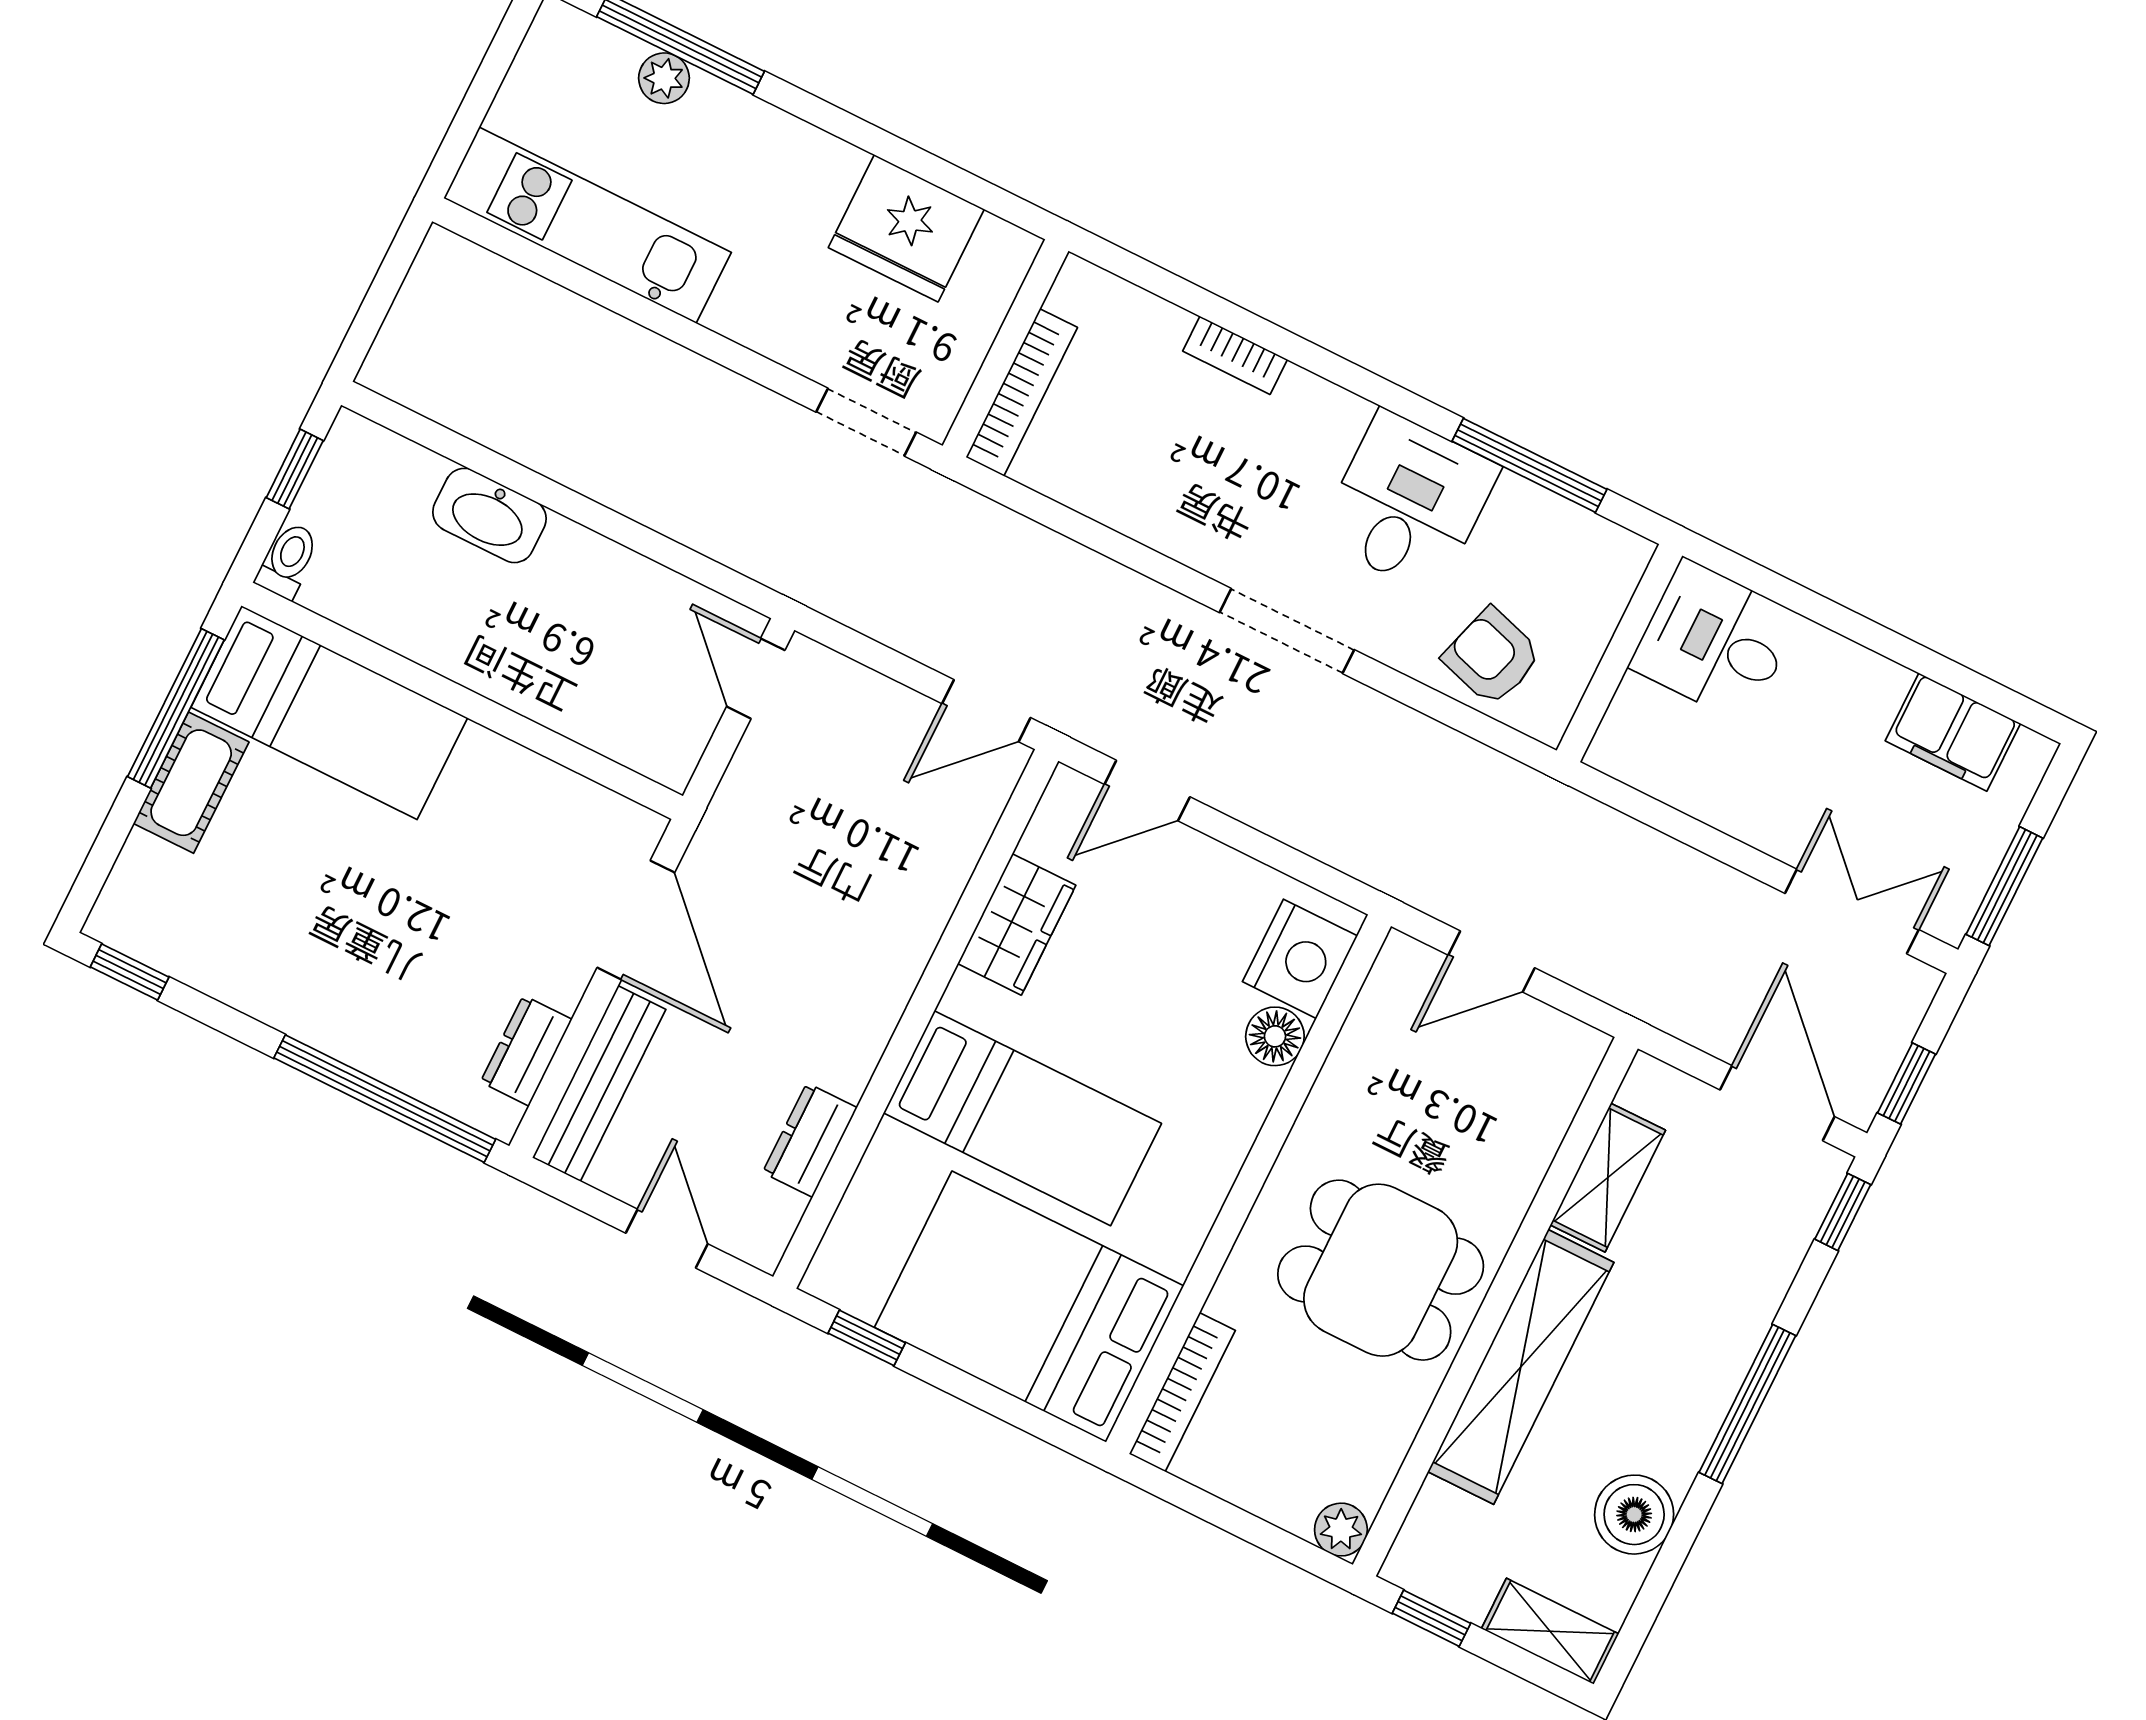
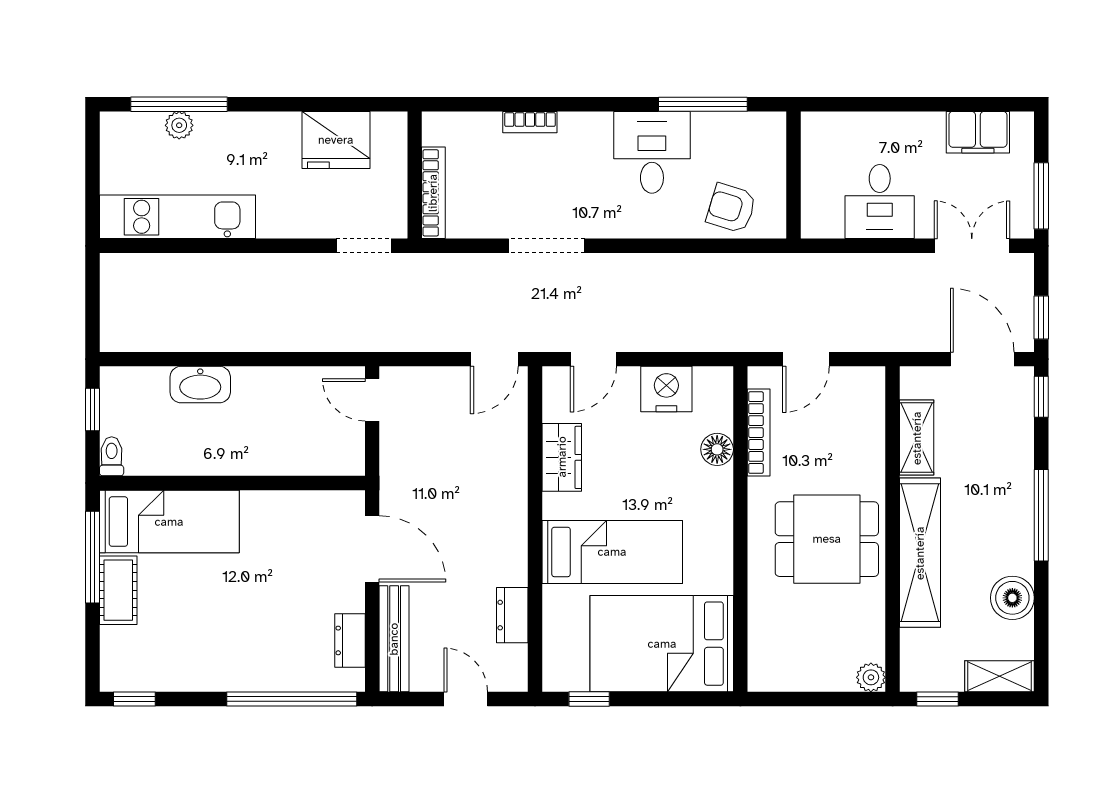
doorway: (1287, 631) -> (547, 246), moved
desk: (1715, 641) -> (880, 202), moved, turned -90
nightstand: (1300, 959) -> (666, 389), moved, turned -90
bookcase: (1182, 1392) -> (759, 433), moved

